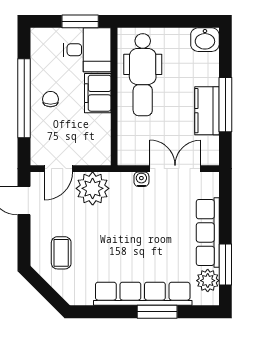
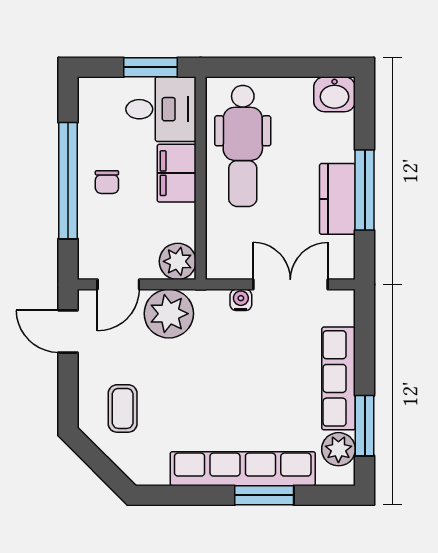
chair: (51, 99) -> (107, 182), turned 180
plant: (99, 153) -> (178, 261), added

